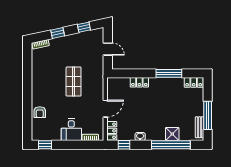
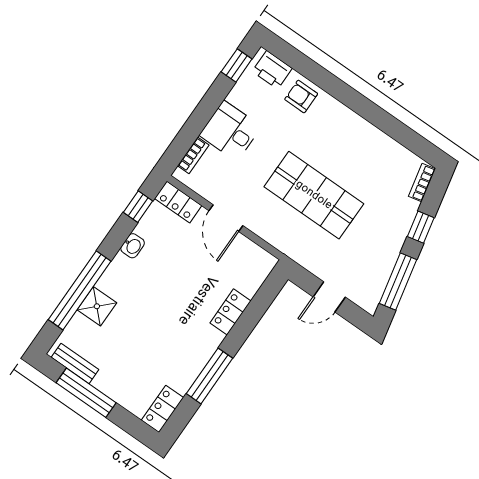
window: (84, 27) -> (398, 282), width x2.17
shop shelf: (74, 82) -> (314, 195), width x1.43, depth x1.36
printer: (37, 130) -> (272, 70), added

